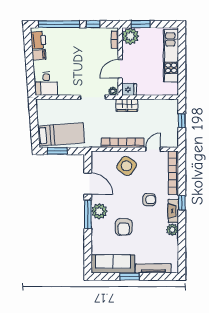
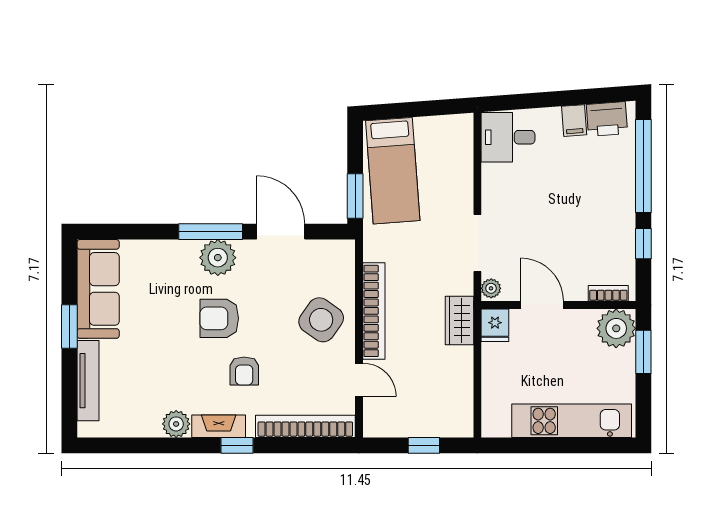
window: (57, 151) -> (355, 196), moved
door: (88, 184) -> (281, 232), swing flipped
armchair: (124, 227) -> (219, 318), moved

